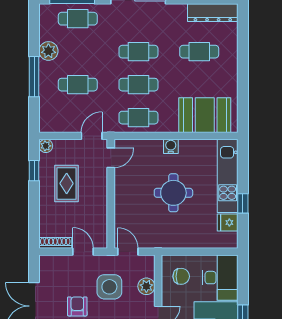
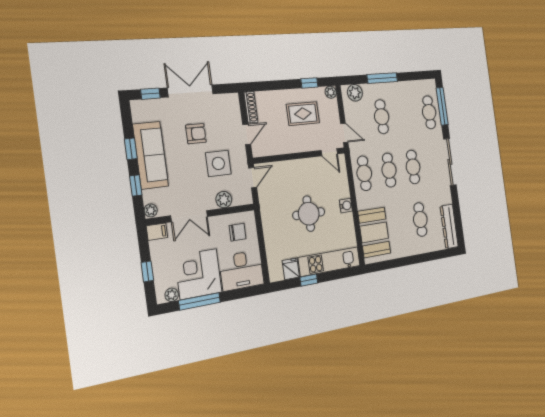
plant: (48, 51) -> (355, 93), moved
chair: (181, 276) -> (238, 232), turned -90

